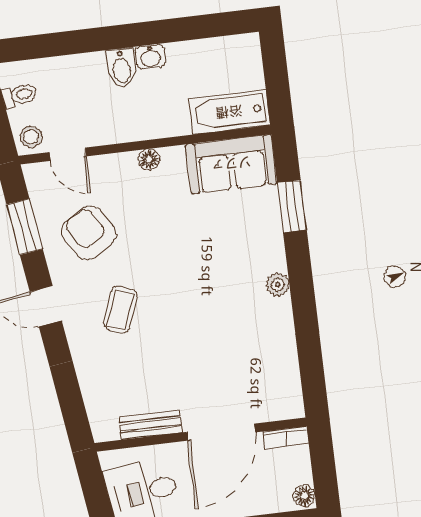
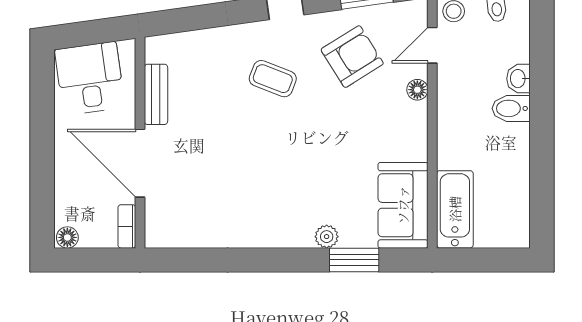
washbasin: (150, 57) -> (518, 79), moved
floor lamp: (149, 159) -> (417, 90), moved
plant: (278, 285) -> (327, 237), moved

